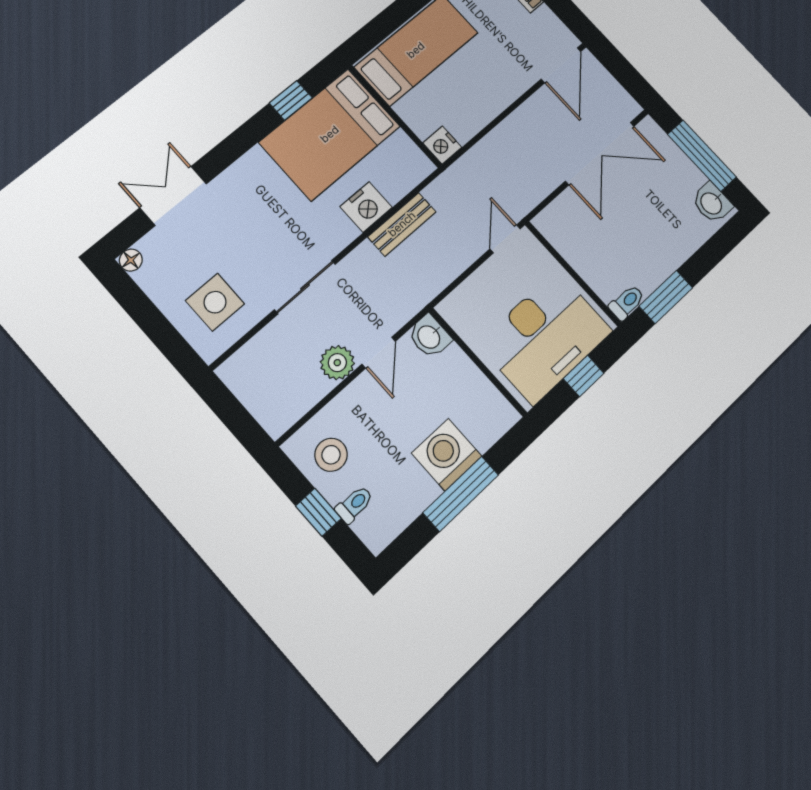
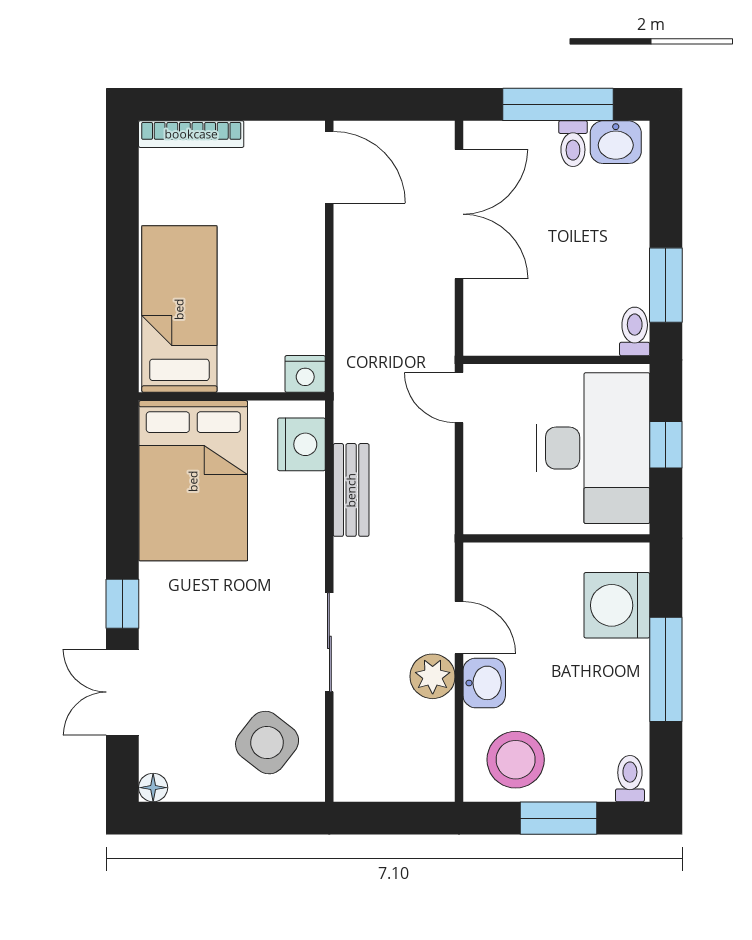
window: (291, 100) -> (122, 604), moved
toilet: (690, 181) -> (573, 144), added
nightstand: (366, 207) -> (302, 444), moved
side table: (215, 302) -> (267, 743), turned 38
washbasin: (429, 336) -> (484, 683), moved, turned -90
stool: (331, 455) -> (516, 760), width x1.38, depth x1.38
washing machine: (447, 455) -> (617, 605), moved
toilet: (354, 504) -> (630, 779), moved
window: (318, 512) -> (559, 818), width x1.50

